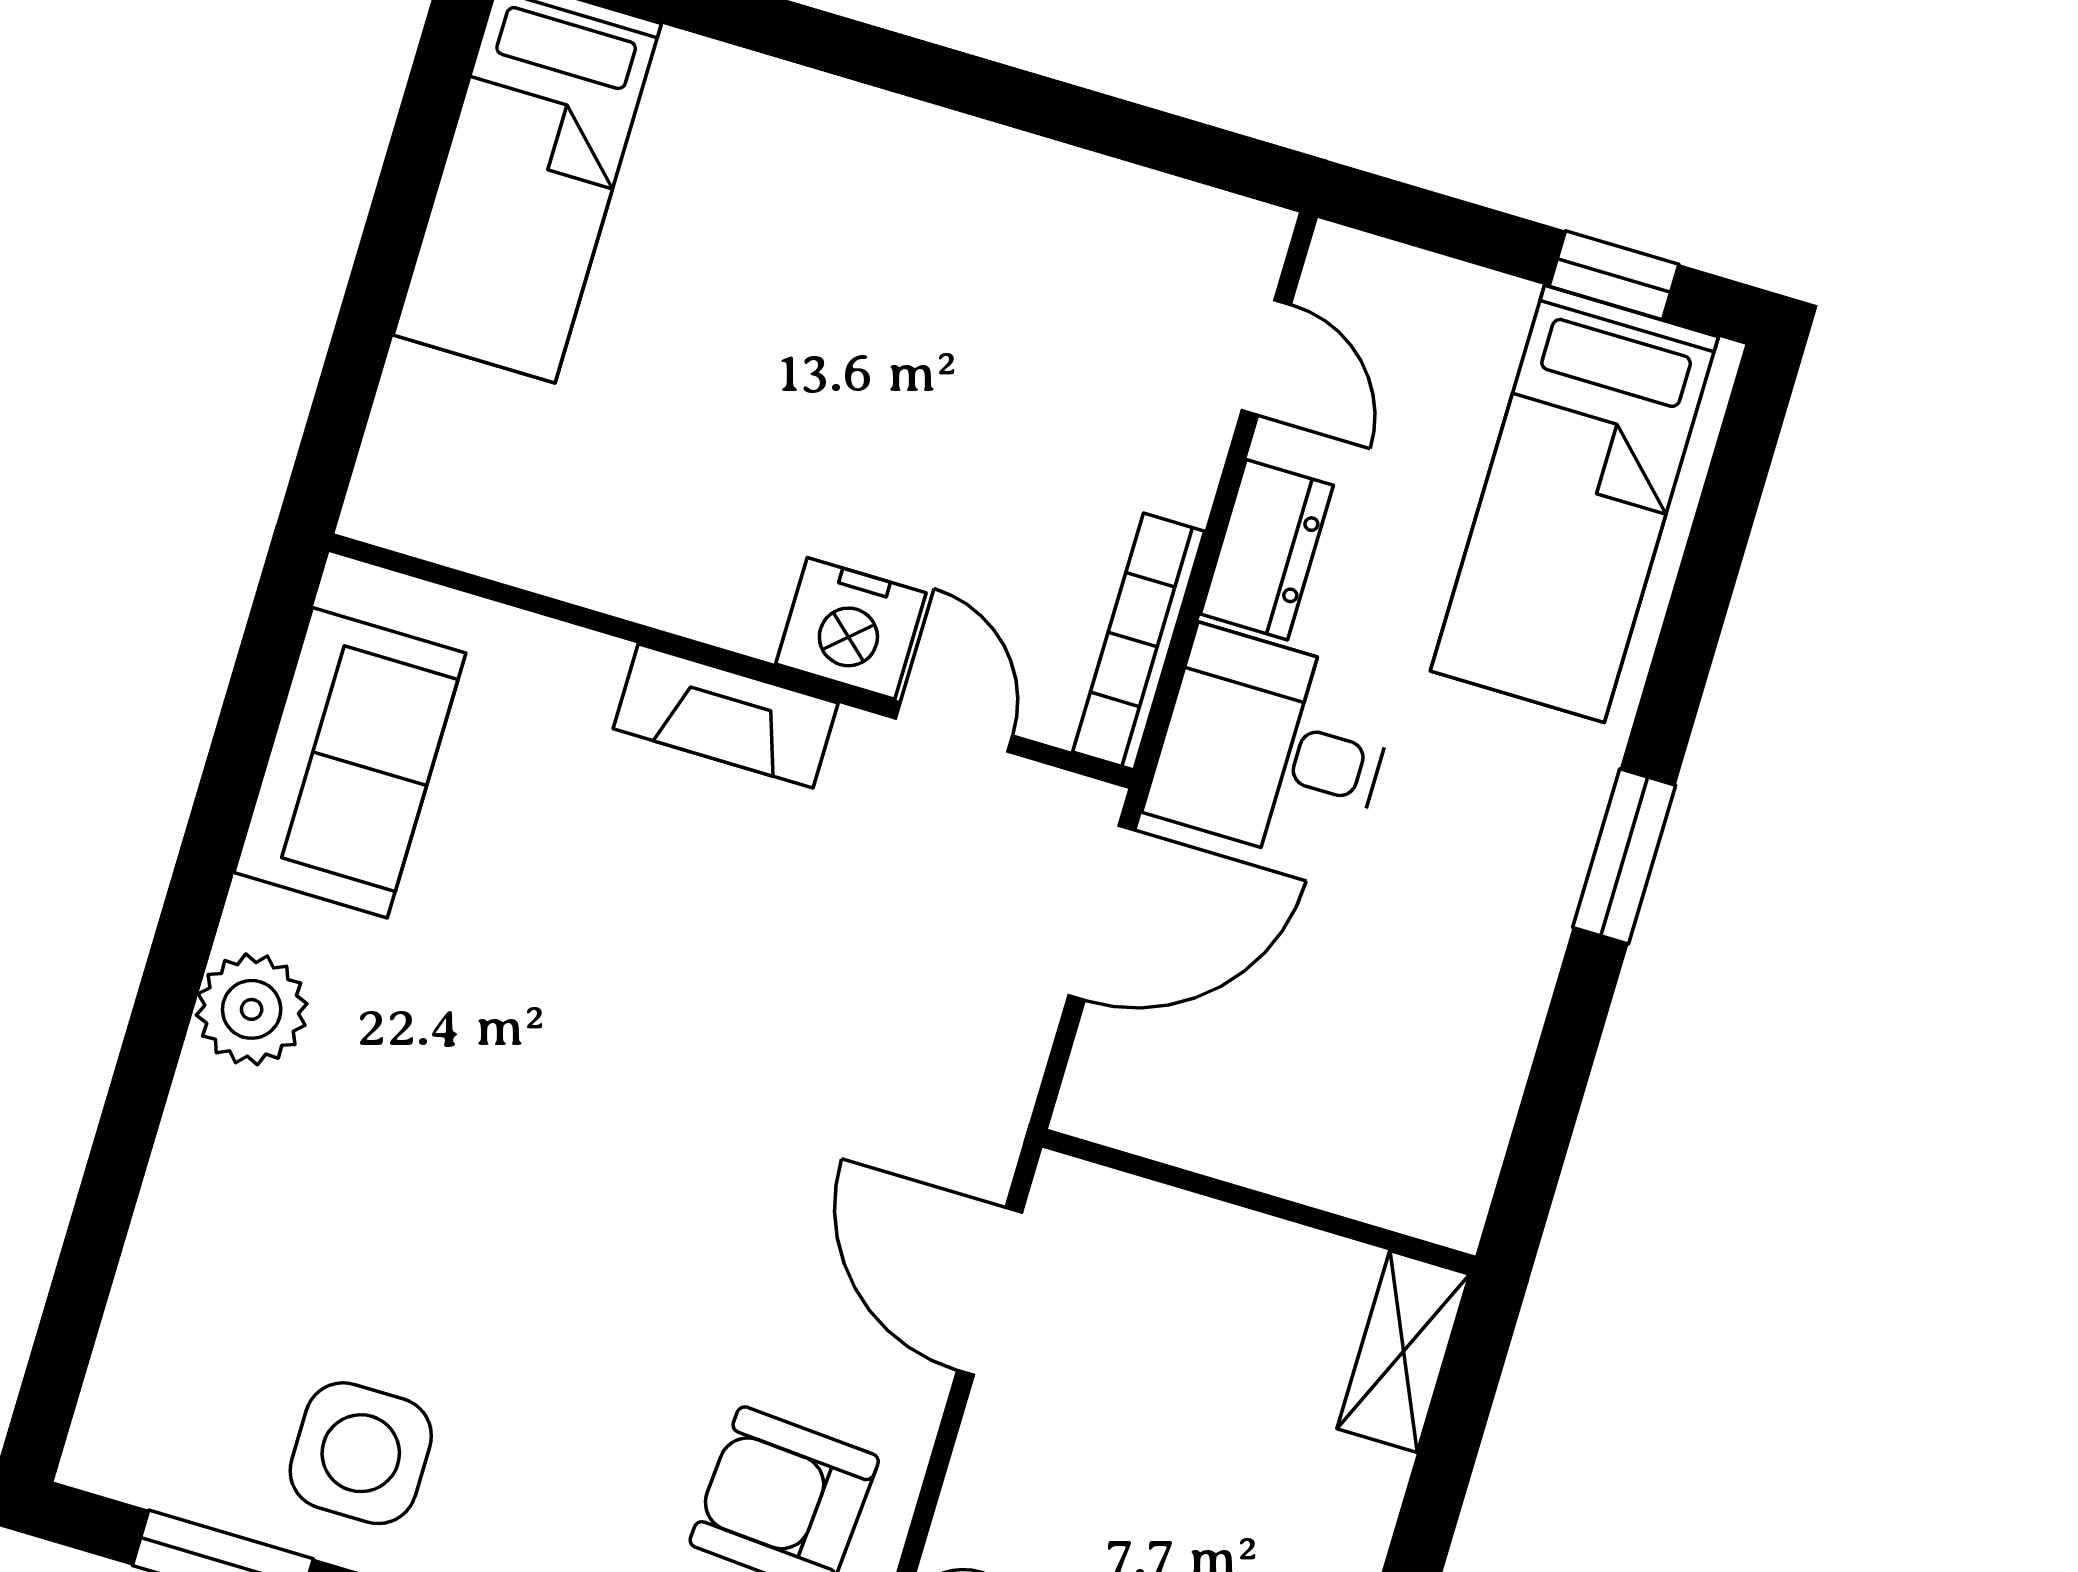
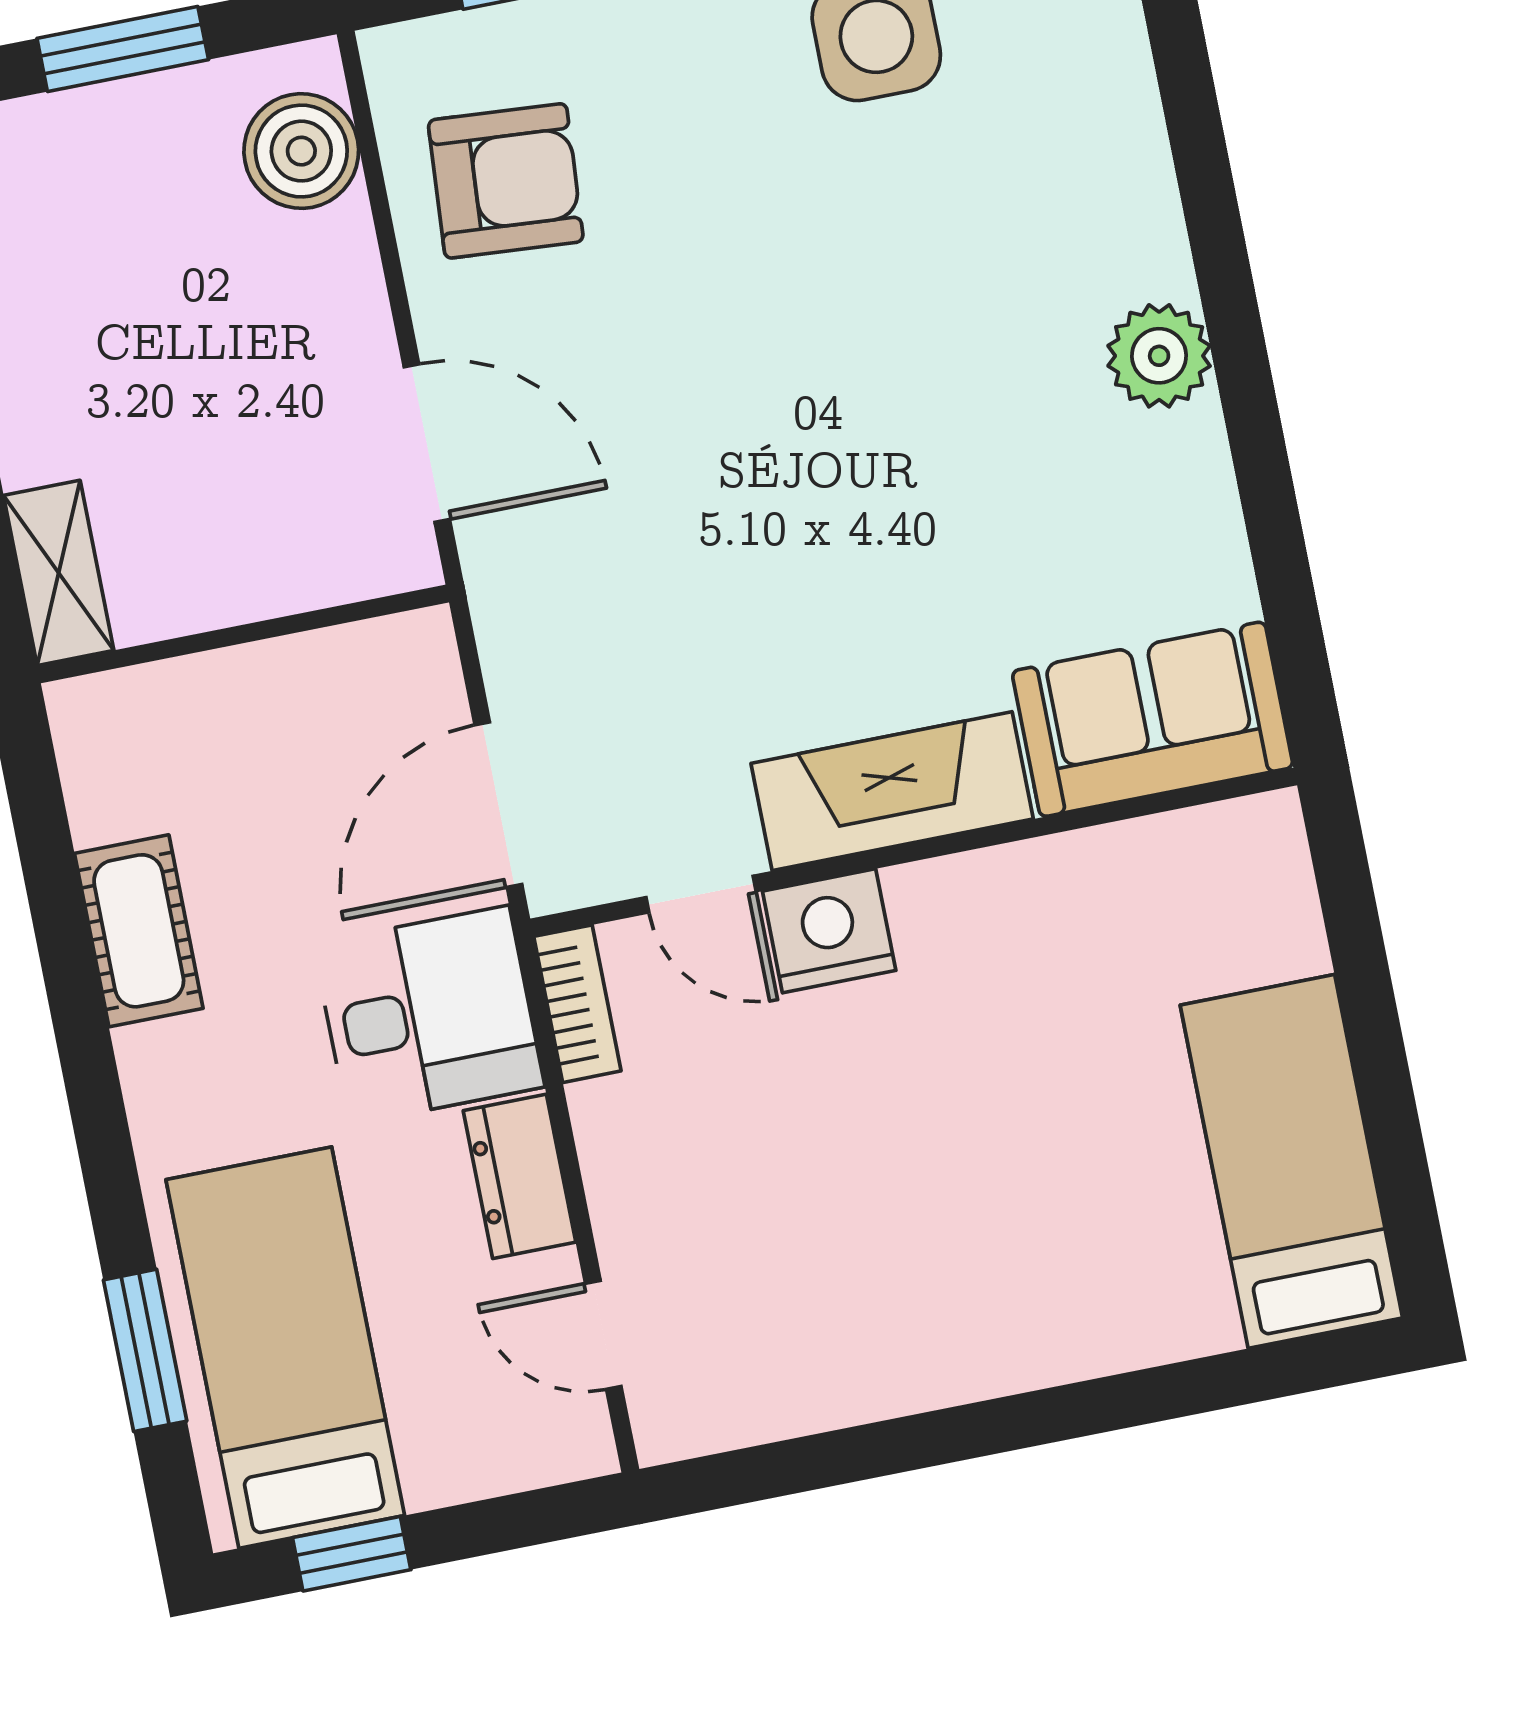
bookcase: (1139, 642) -> (577, 1004), width x0.64
fireplace: (726, 716) -> (892, 791), width x1.37, depth x1.32
sofa: (350, 763) -> (1153, 719), moved, turned 90
window: (1624, 856) -> (145, 1350), moved
cot: (1506, 972) -> (139, 931), added

